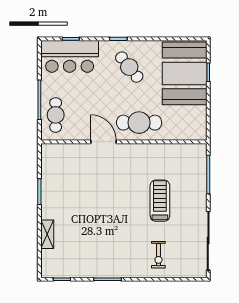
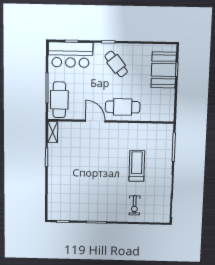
booth: (185, 73) -> (164, 70), width x0.73, depth x0.70
cafe table: (56, 115) -> (59, 100), width x1.37, depth x1.35
shelving: (47, 234) -> (53, 132), moved

